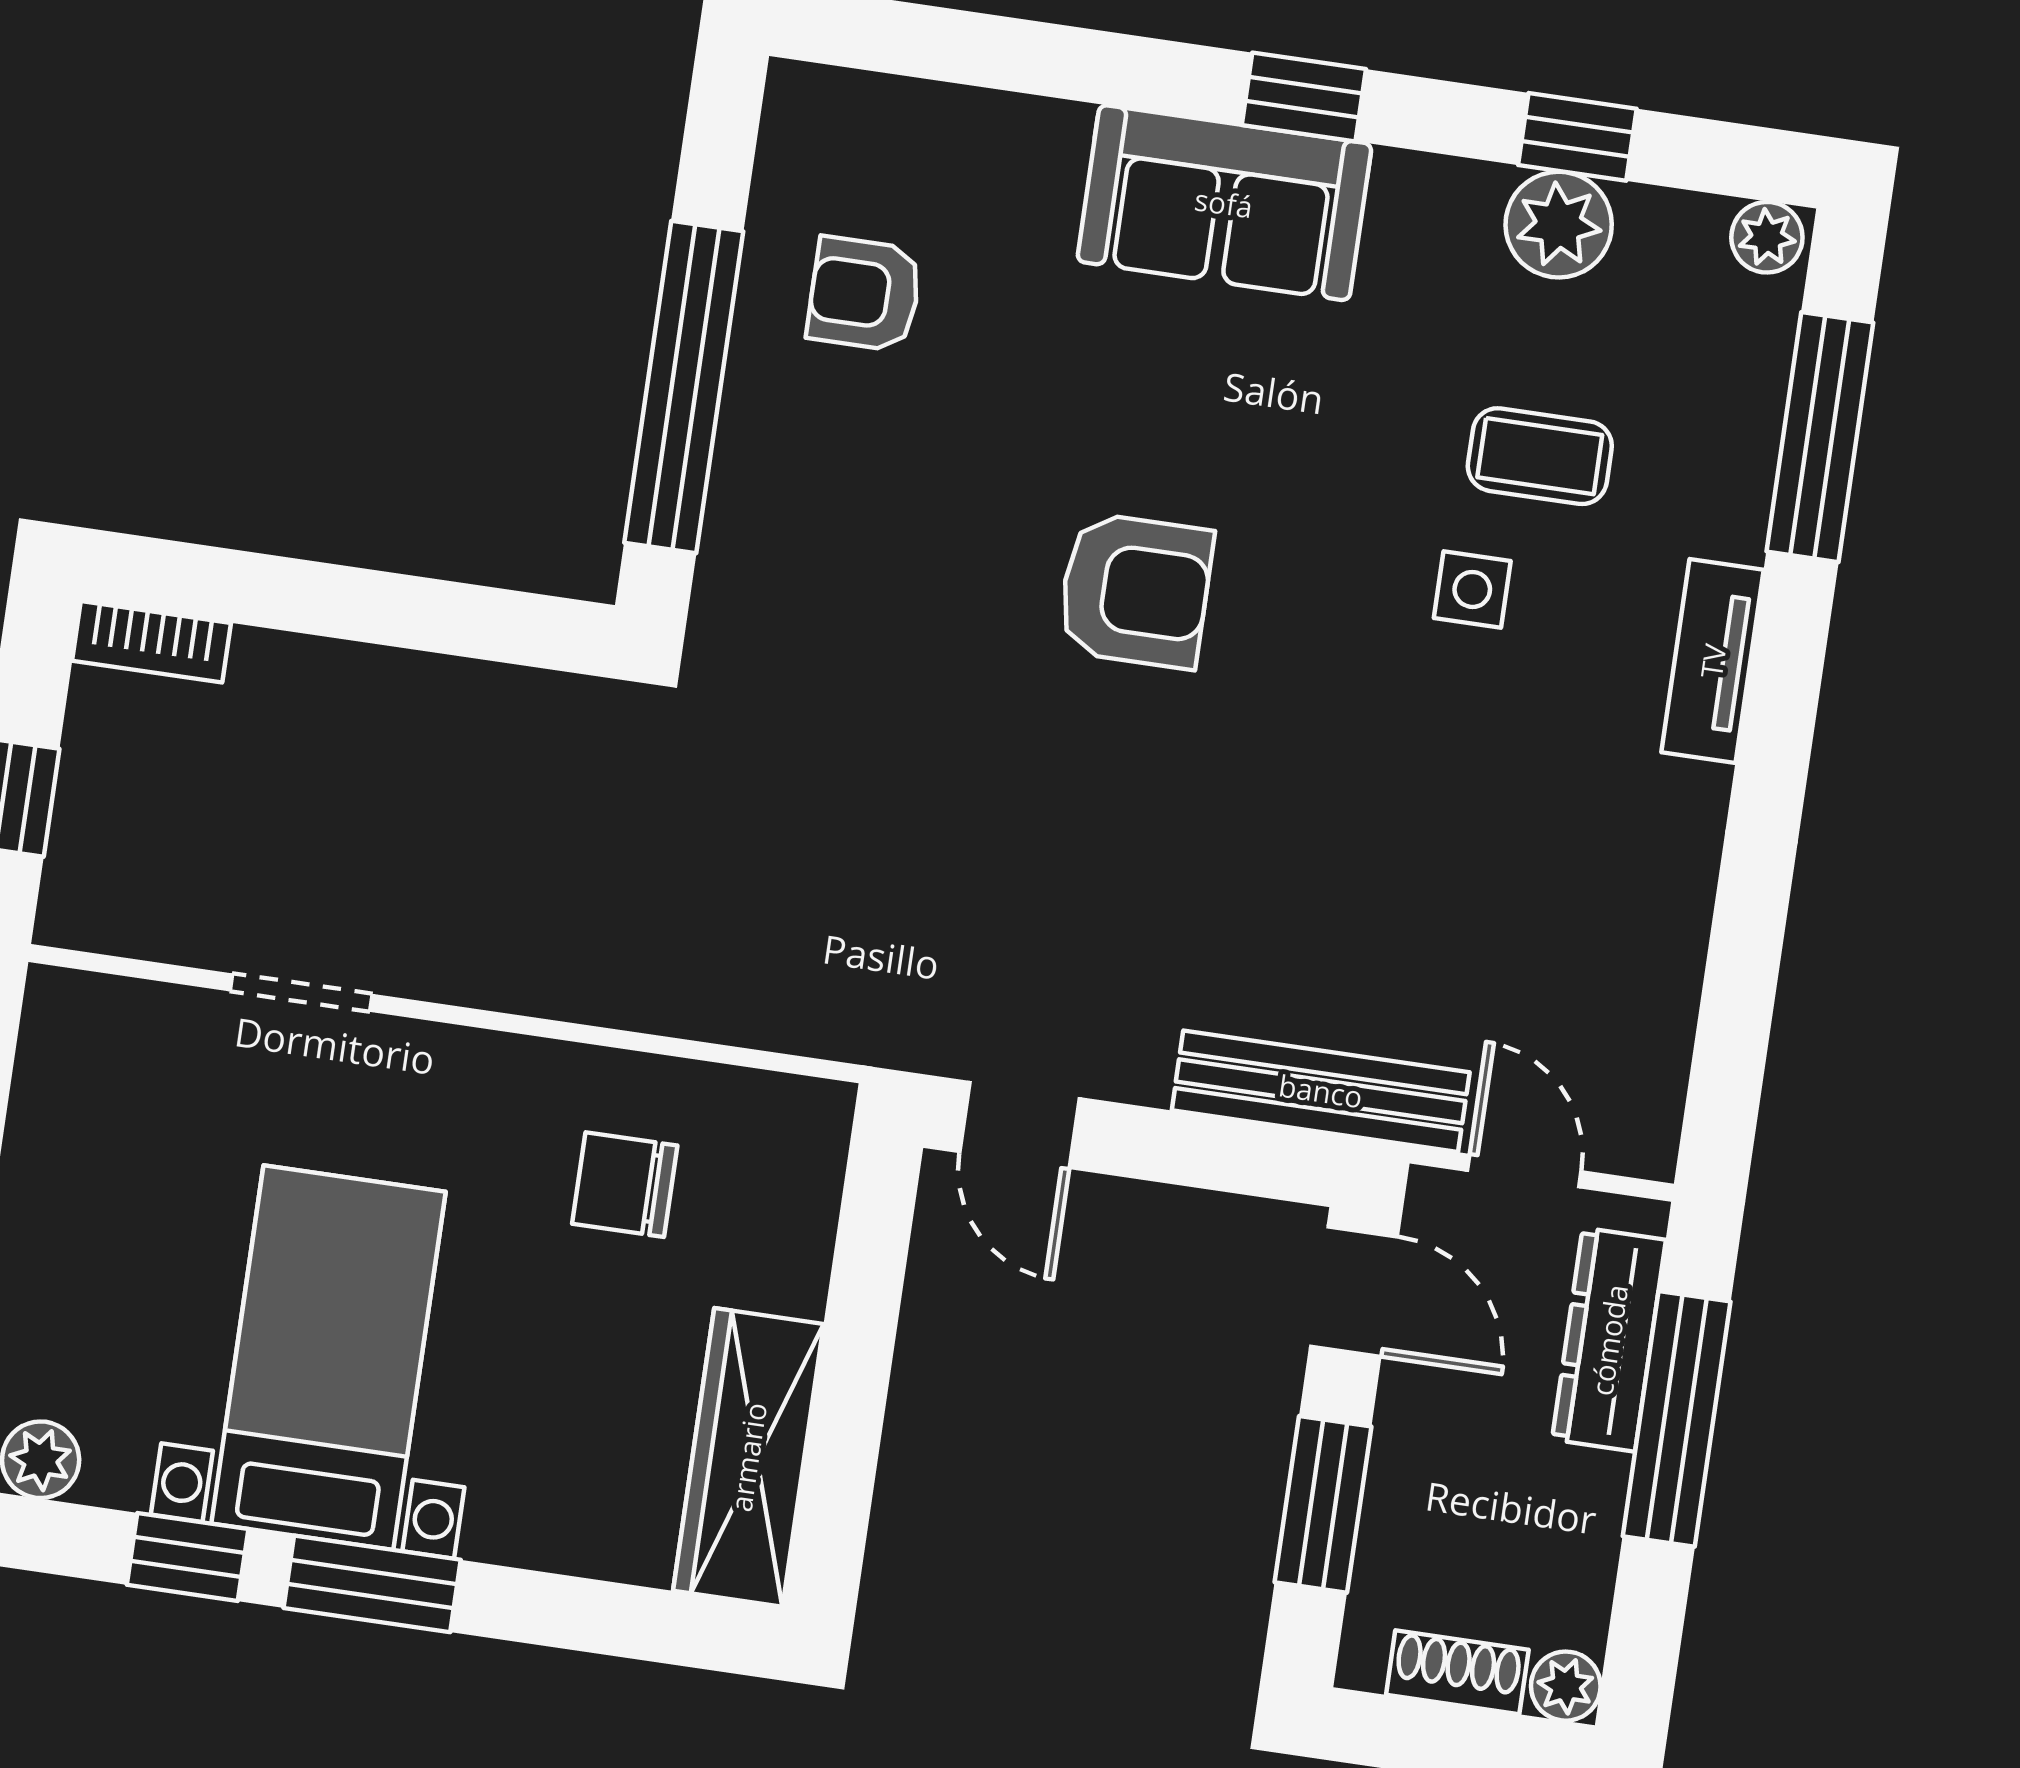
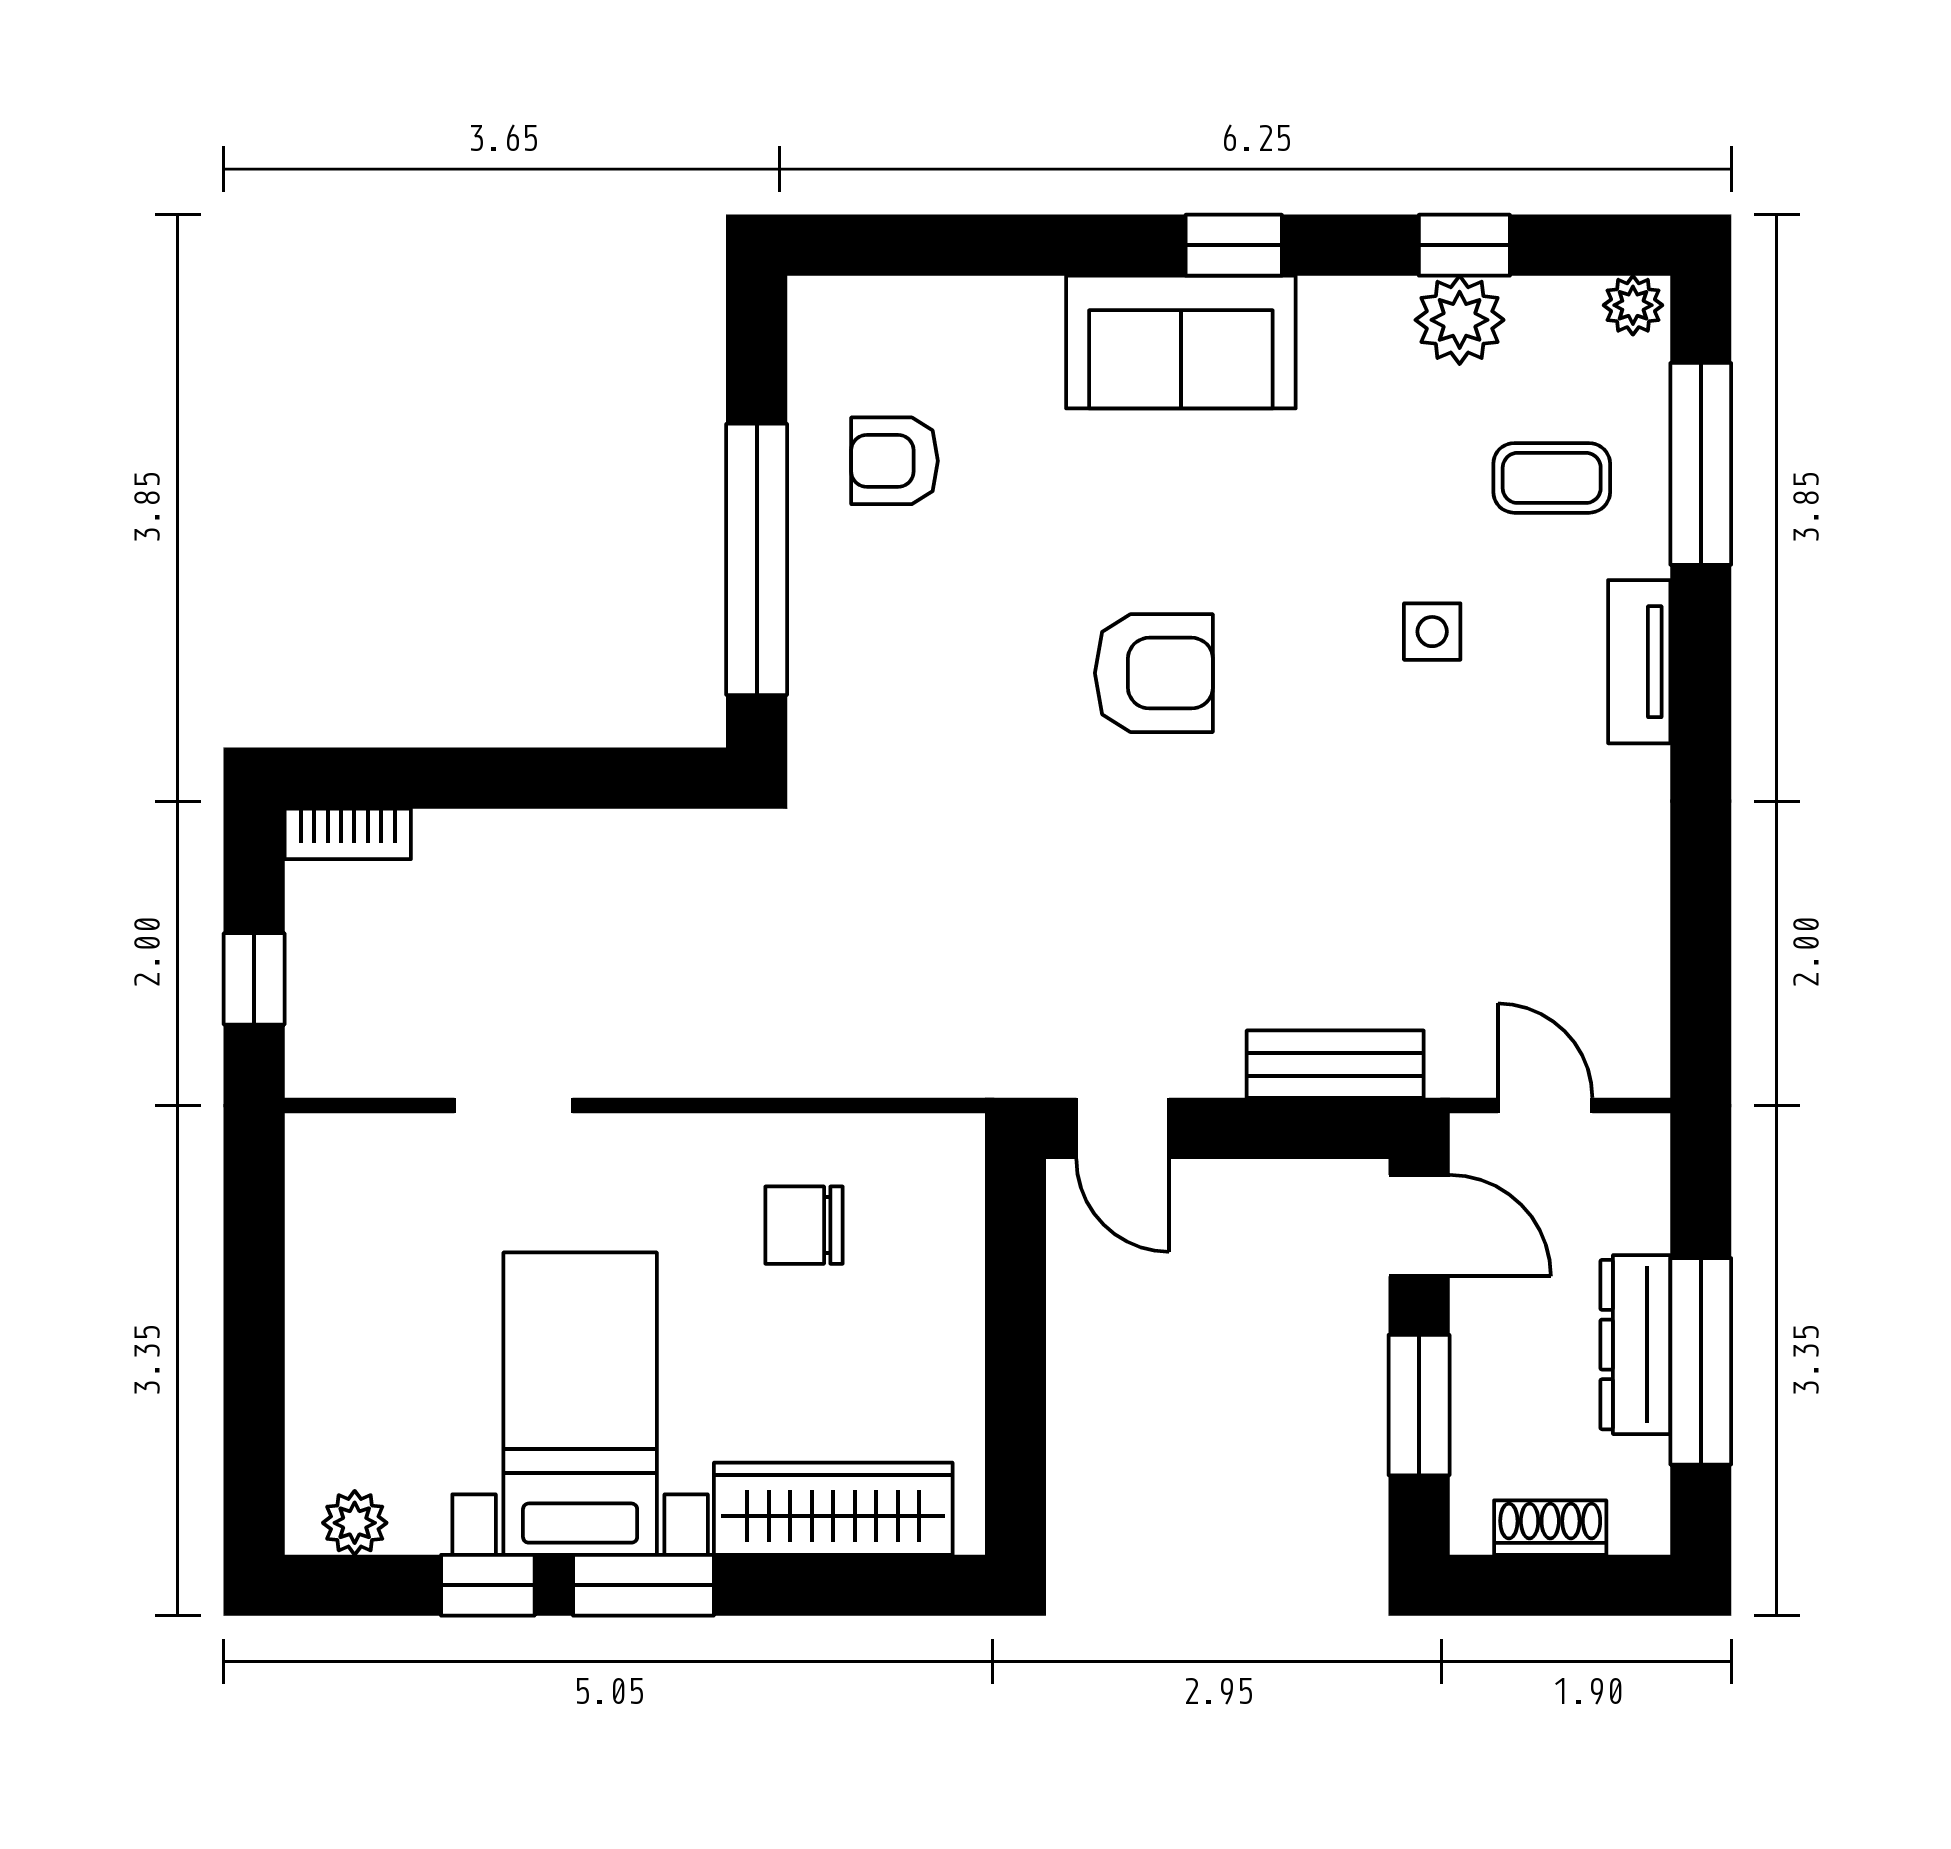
coffee table: (1540, 456) -> (1552, 478), moved
bench: (1321, 1091) -> (1335, 1064), width x0.73
dresser: (1609, 1340) -> (1635, 1345), moved
window: (1677, 1419) -> (1701, 1361), moved
wardrobe: (748, 1457) -> (833, 1509), moved, turned 90
plant: (1566, 1686) -> (1641, 1526), removed

